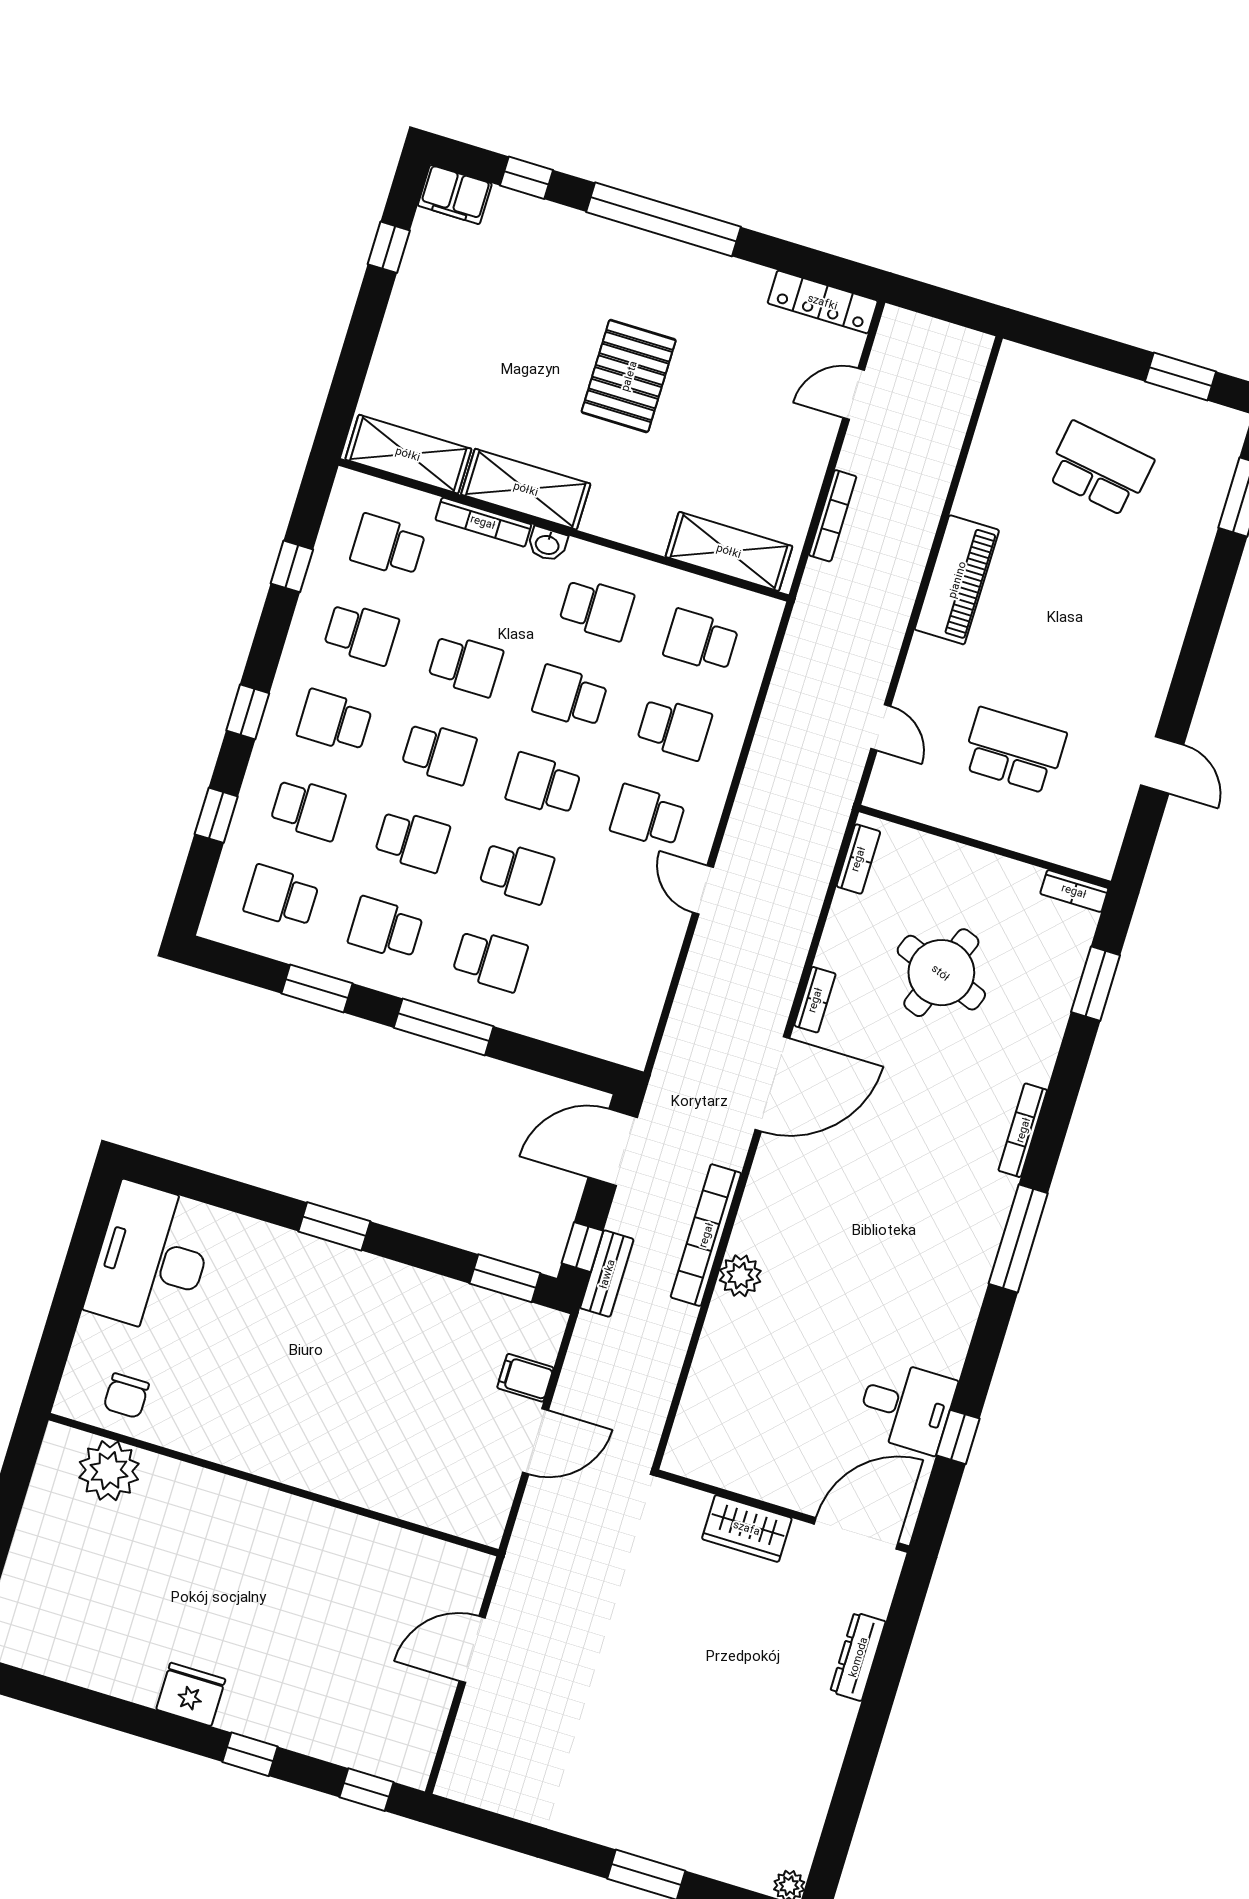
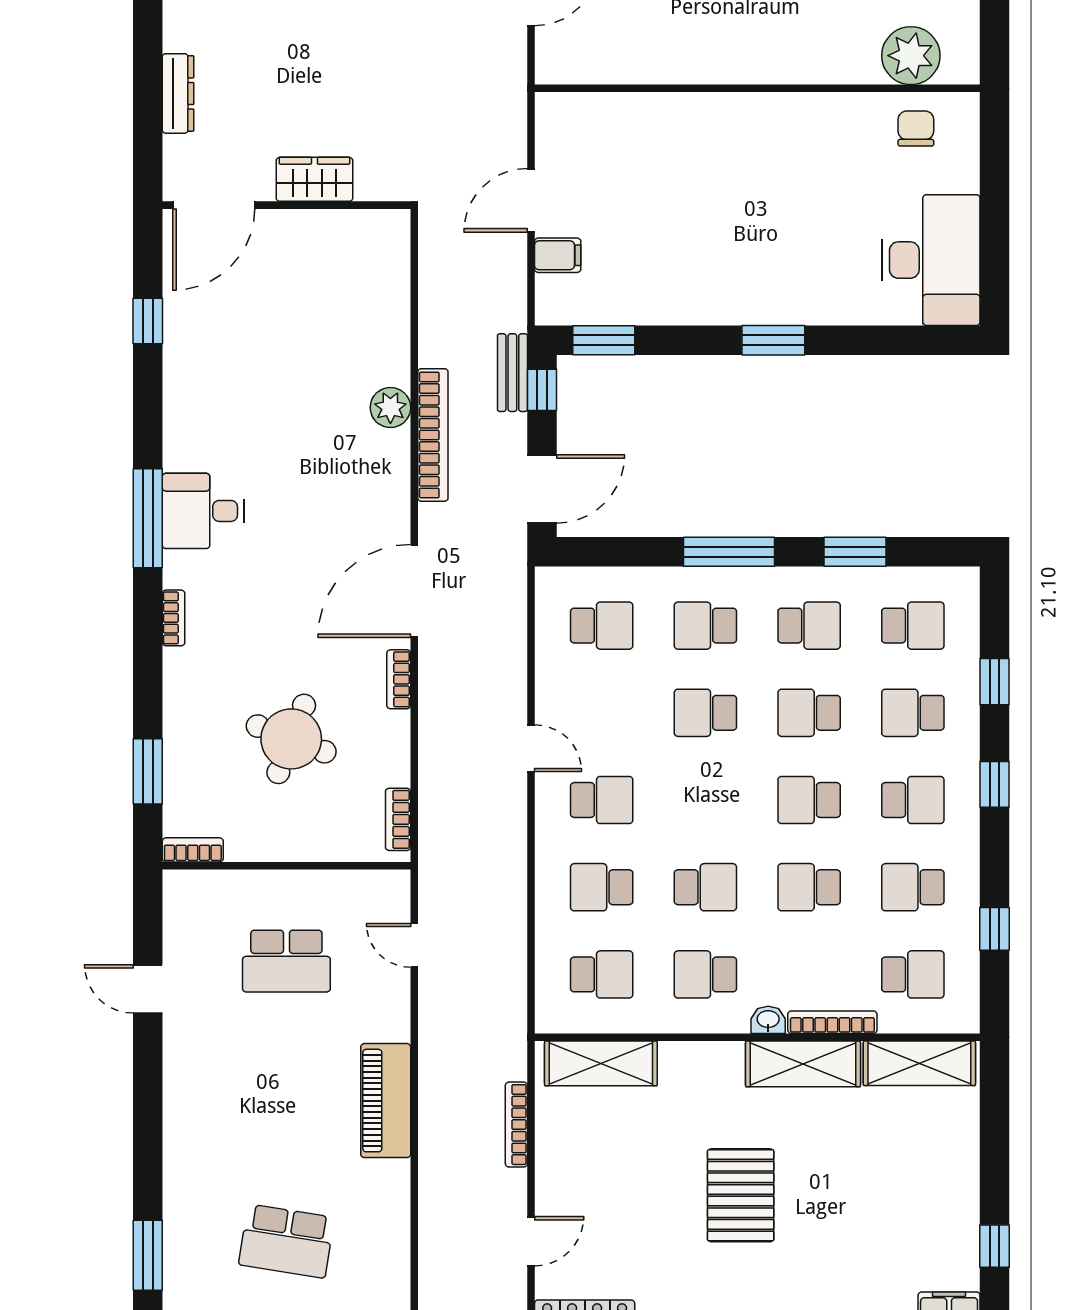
school desk: (543, 785) -> (602, 626), moved
bookcase: (1023, 1130) -> (174, 618), width x0.64
desk: (906, 1406) -> (203, 511), moved

